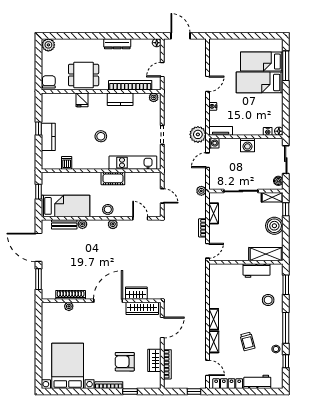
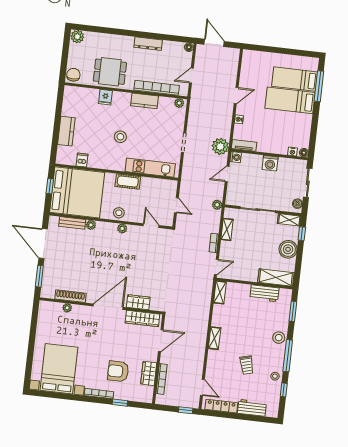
window: (39, 129) -> (57, 121), removed
bed: (66, 206) -> (77, 192), width x2.04
stool: (268, 300) -> (279, 338), moved
shelving: (214, 342) -> (220, 292), moved

